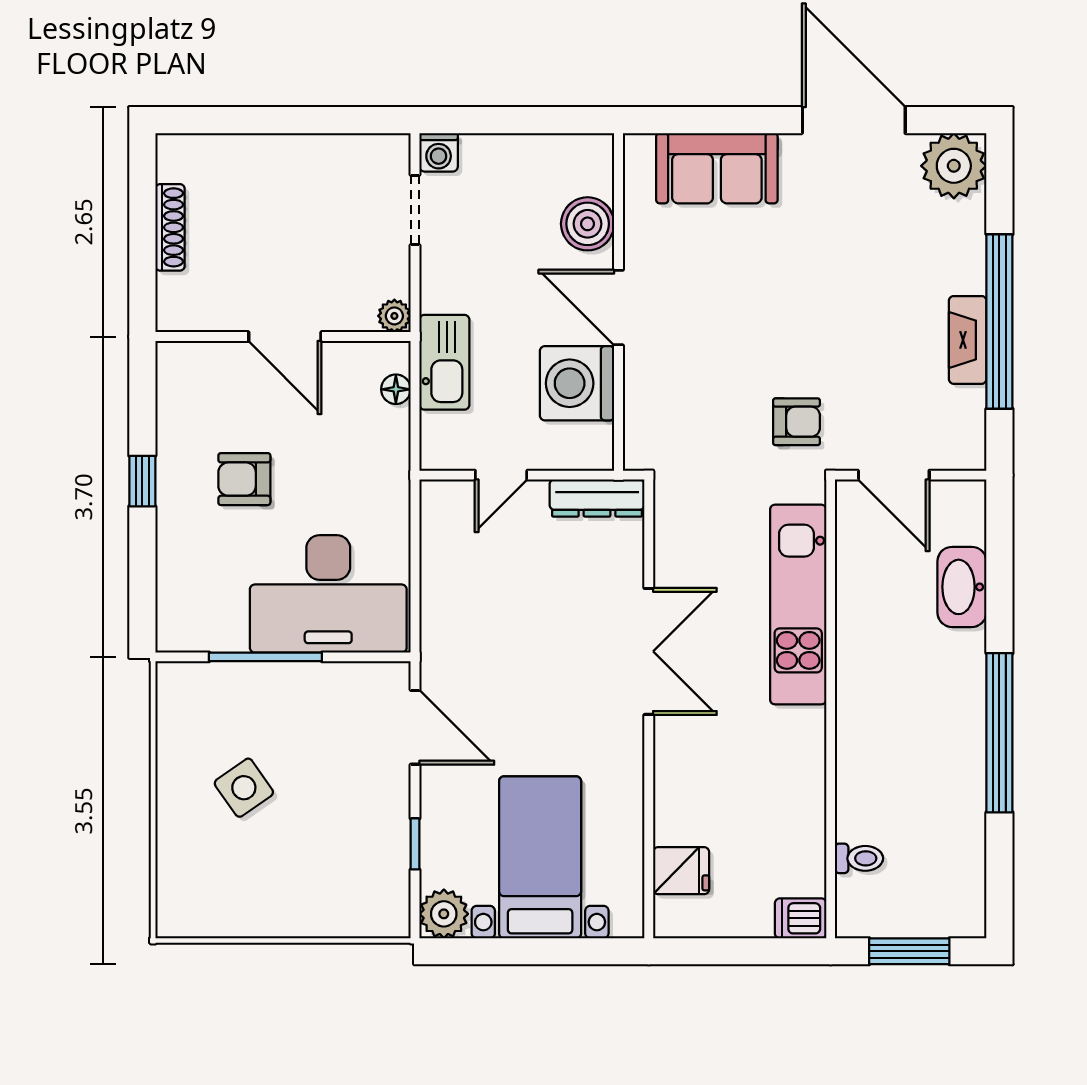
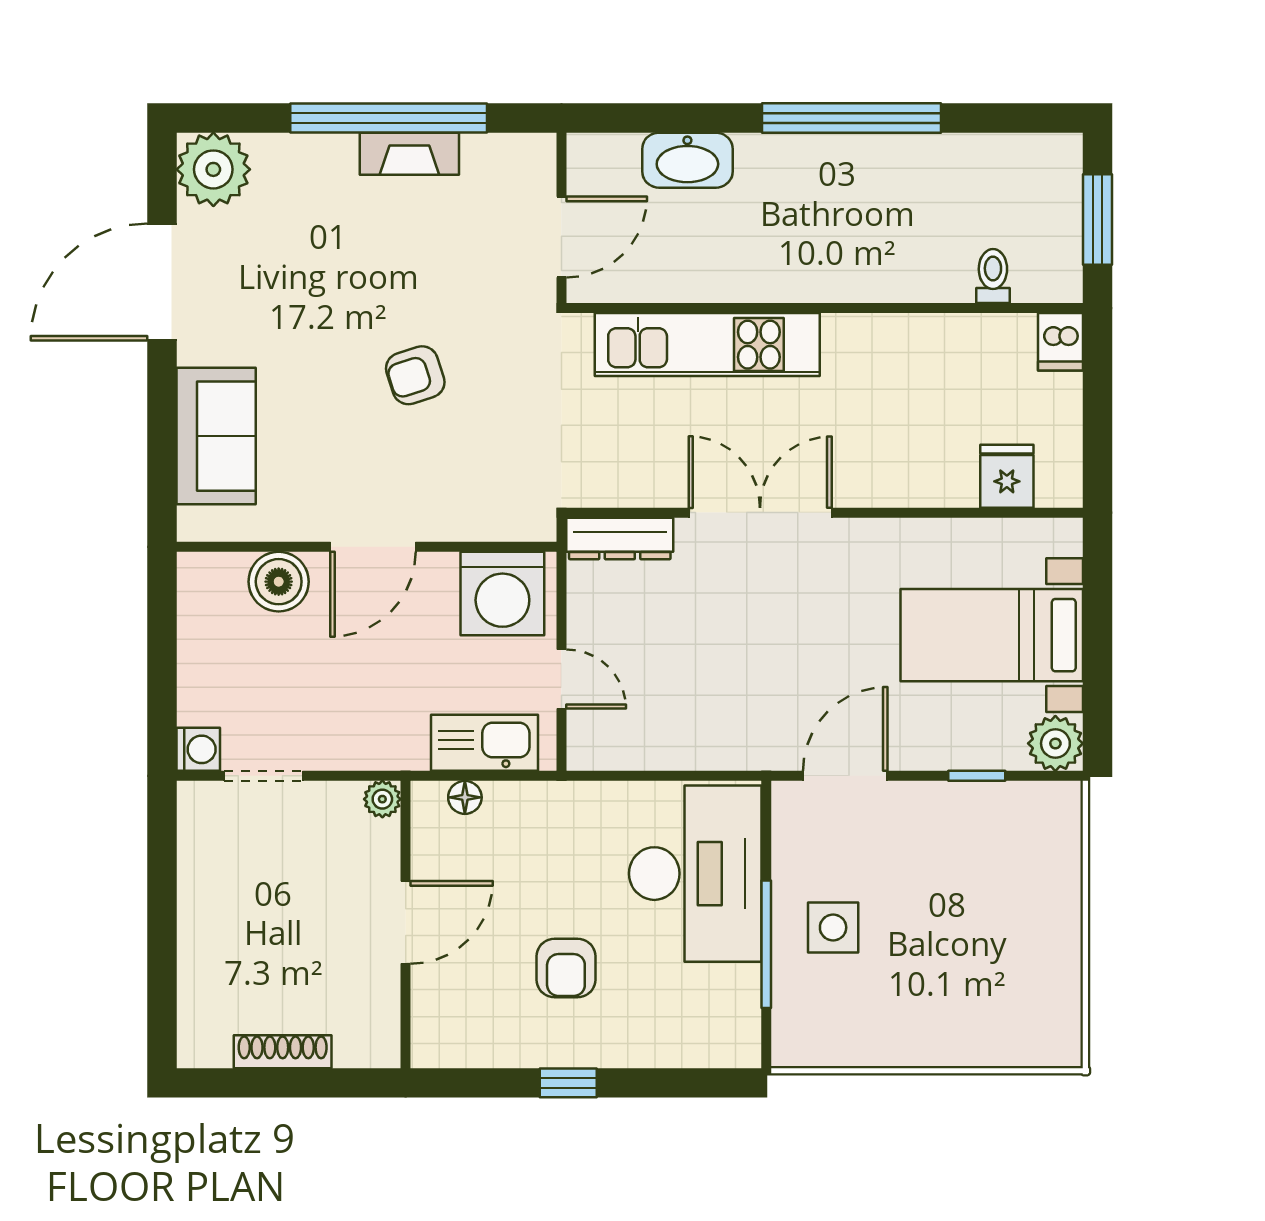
kitchen sink: (444, 362) -> (485, 743), moved
washing machine: (577, 383) -> (502, 593), moved
armchair: (796, 422) -> (415, 375), moved, turned -108
dresser: (597, 498) -> (620, 538), moved, turned 90
side table: (244, 788) -> (833, 927), moved, turned 35

